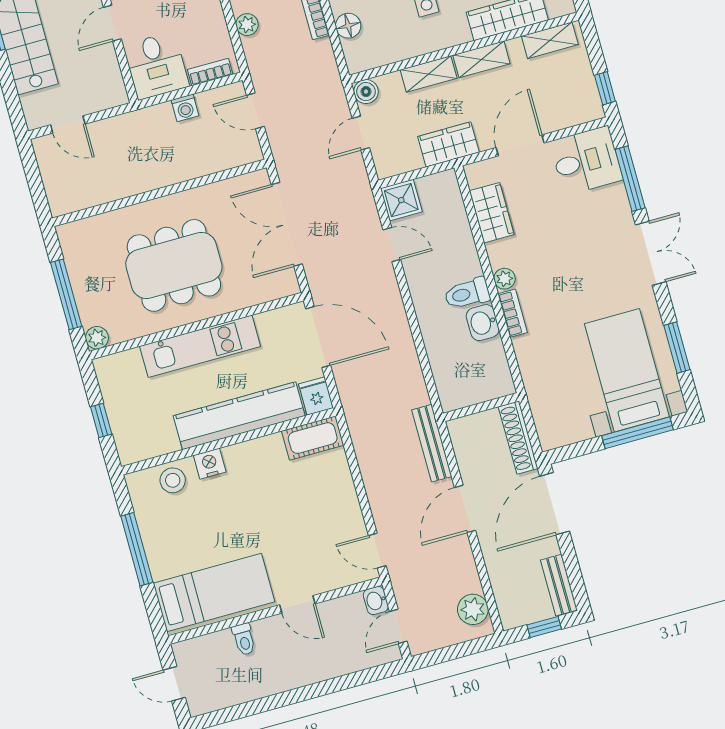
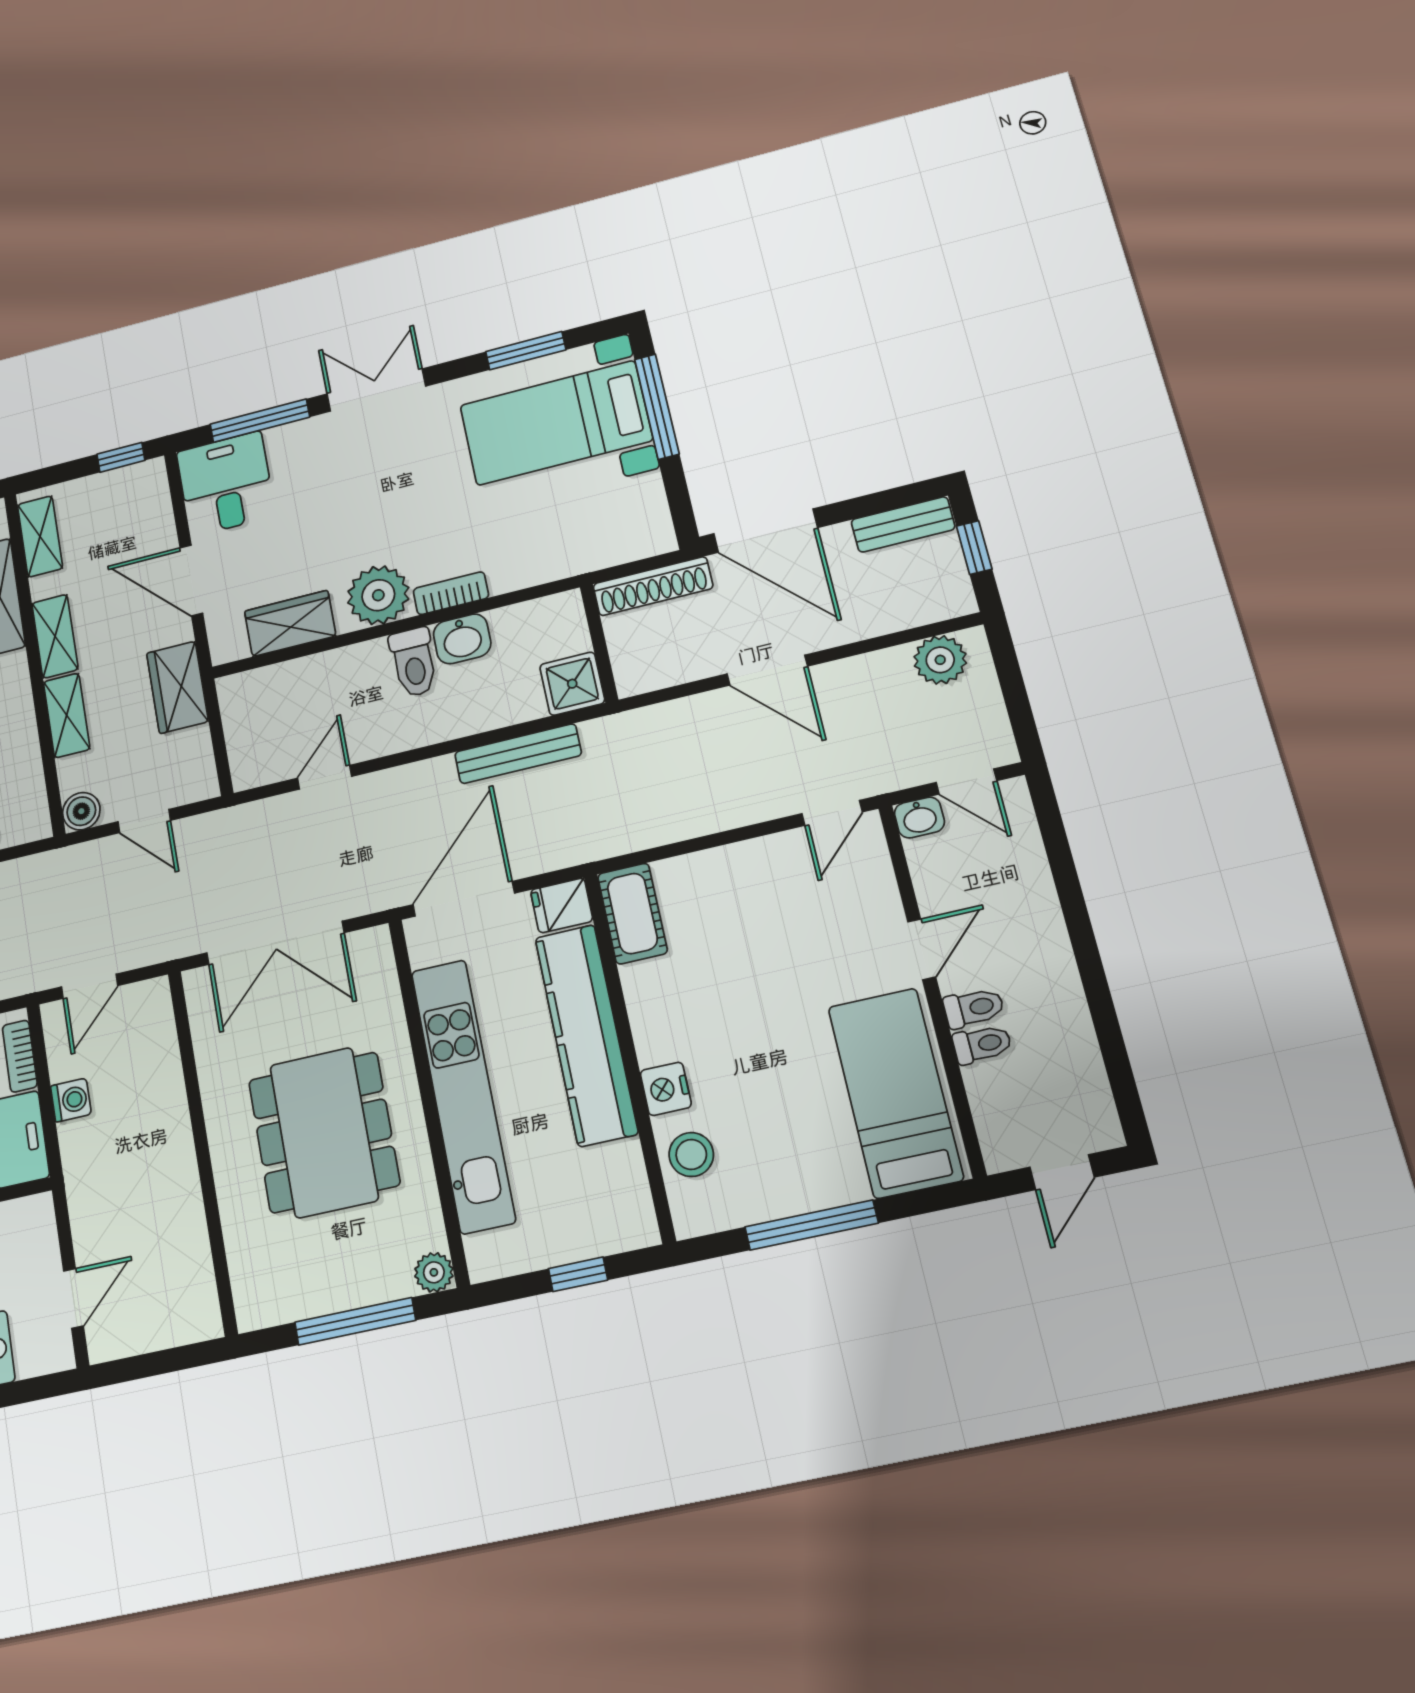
shower: (401, 200) -> (572, 684), moved
plant: (505, 279) -> (378, 595), width x1.88, depth x1.88
kitchen unit: (200, 346) -> (463, 1095), width x1.36
bench: (432, 443) -> (518, 754), moved
toilet: (265, 634) -> (974, 1008), added

